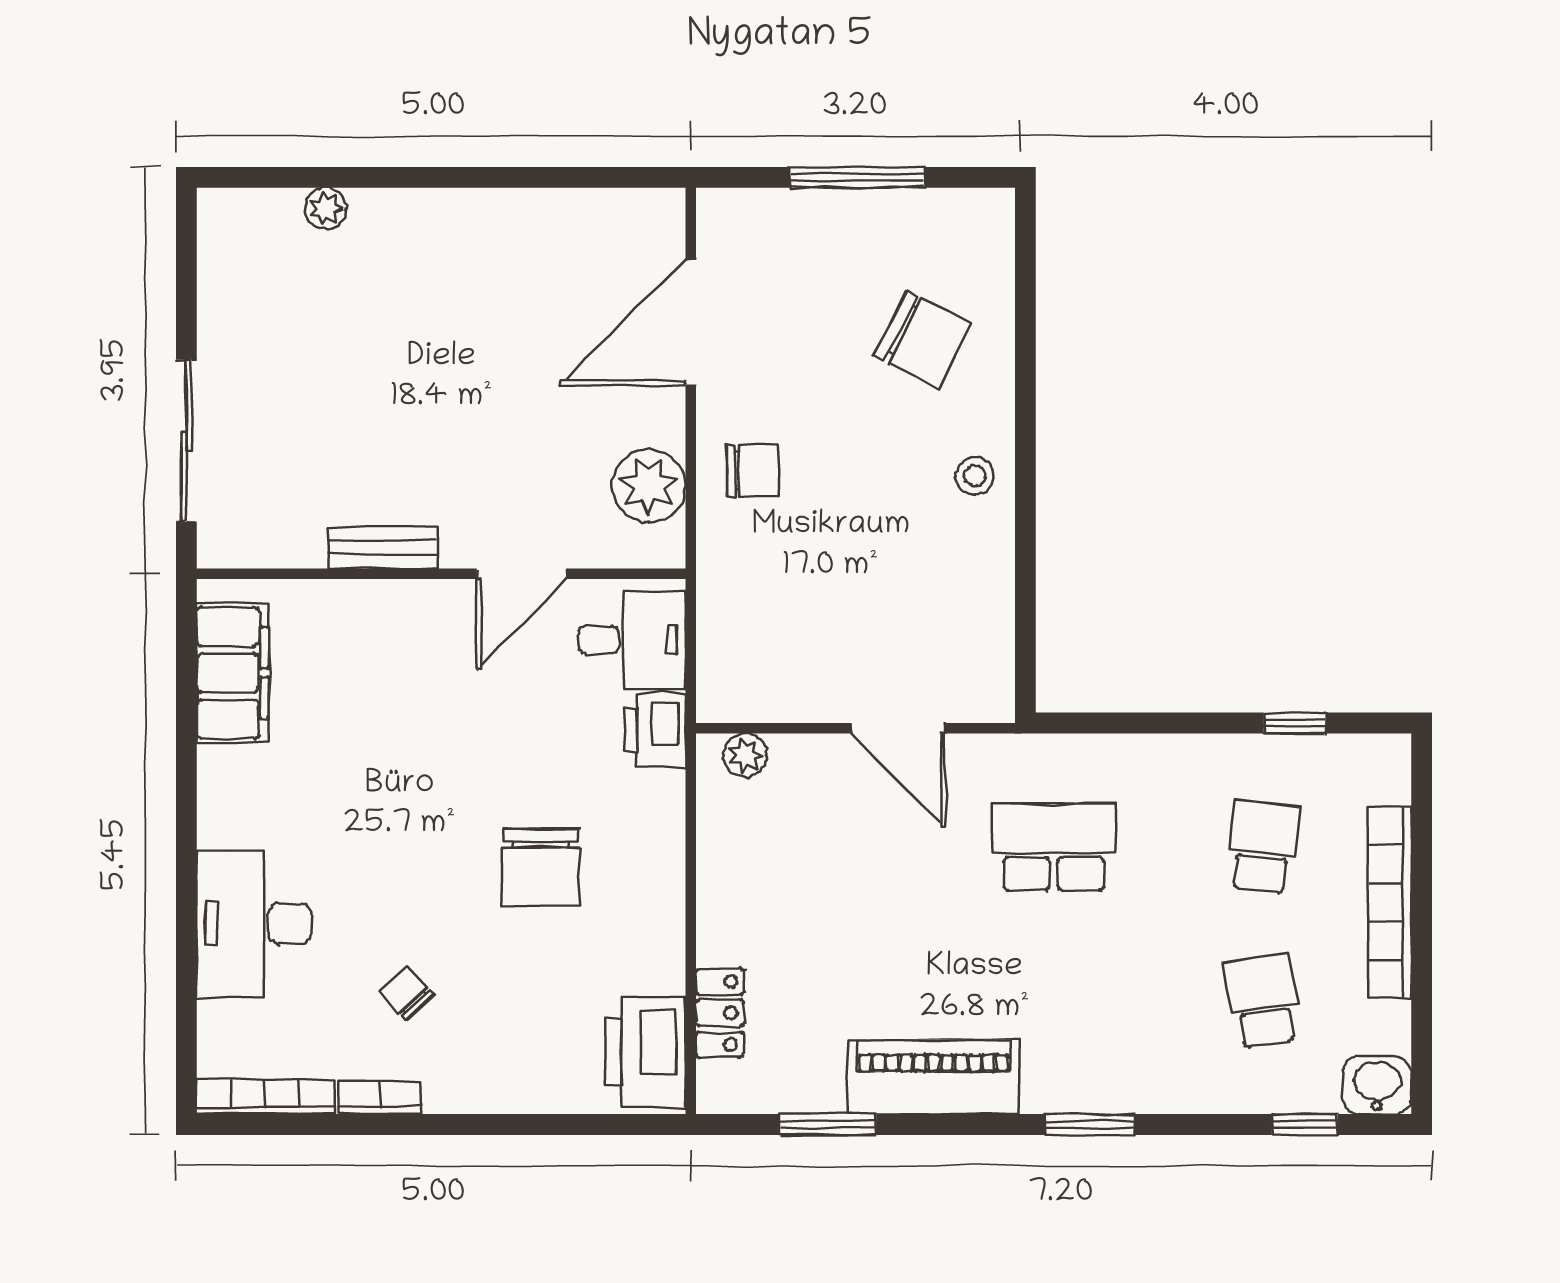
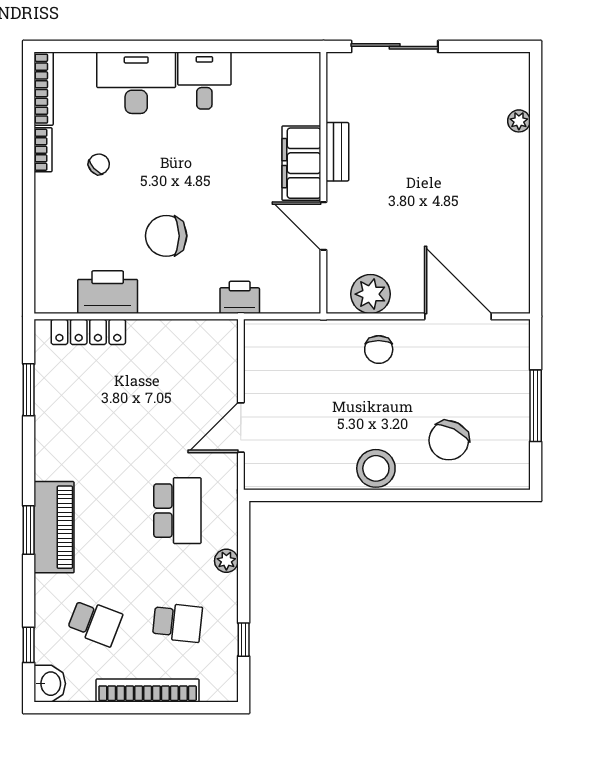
stool: (975, 476) -> (376, 468), width x1.89, depth x1.89
desk: (632, 640) -> (204, 81), moved, turned 180
filing cabinet: (233, 673) -> (301, 163), moved, turned 90
plant: (745, 755) -> (226, 561), moved
school desk: (1263, 1001) -> (95, 623), turned 30
locker: (720, 1013) -> (88, 332), width x1.53
printer: (646, 1053) -> (108, 292), moved
piano: (934, 1077) -> (54, 527), moved

